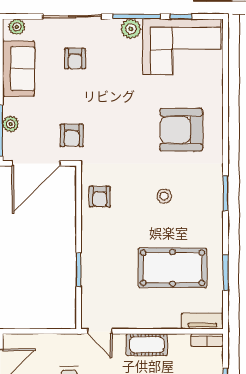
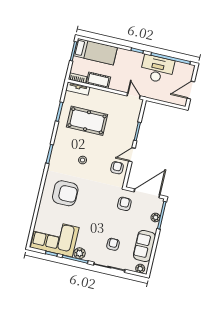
door: (79, 226) -> (132, 155), added
cot: (147, 345) -> (98, 80), moved

